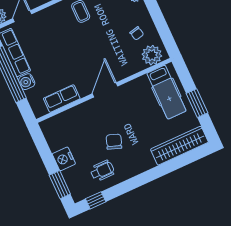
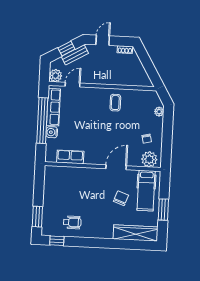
door: (105, 90) -> (116, 167), moved
chair: (114, 142) -> (121, 198), moved
nightstand: (64, 159) -> (50, 200), removed

